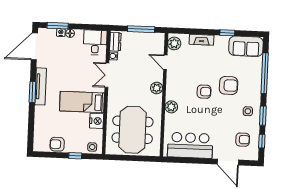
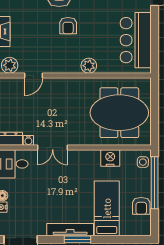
plant: (157, 88) -> (66, 85), removed
armchair: (204, 92) -> (68, 26), turned 180
bed: (82, 102) -> (107, 208), moved, turned 180
window: (75, 156) -> (155, 183), width x3.17

